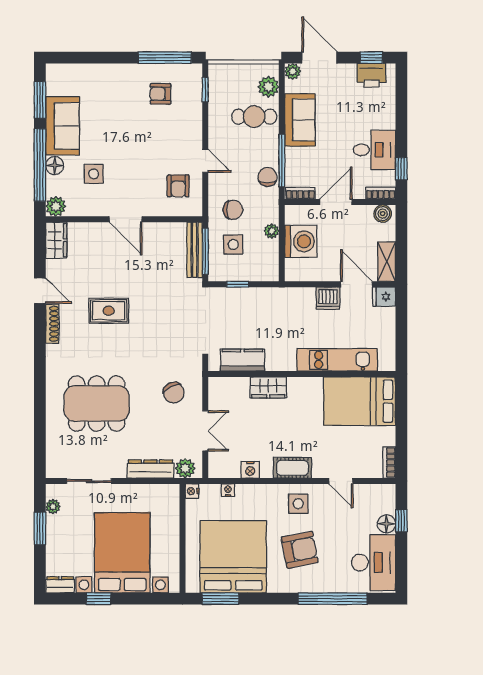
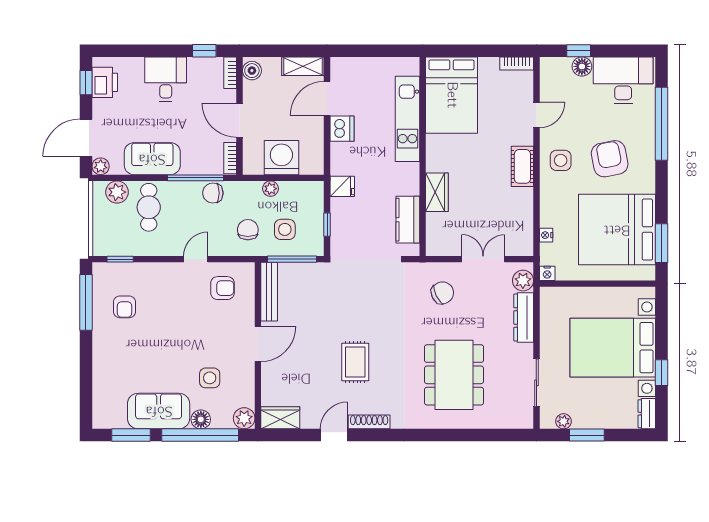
desk: (374, 150) -> (166, 79), moved
bench: (195, 250) -> (269, 292), moved, turned 90
fridge: (384, 297) -> (342, 186), moved, turned -90
nightstand: (250, 470) -> (524, 211), removed

